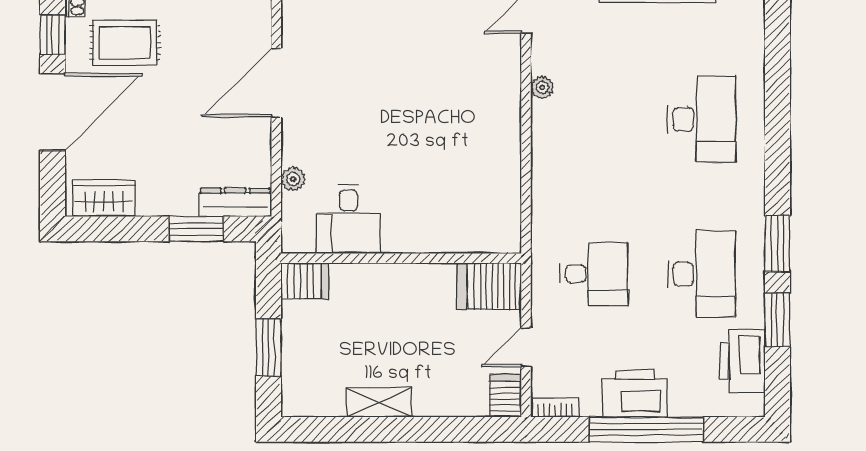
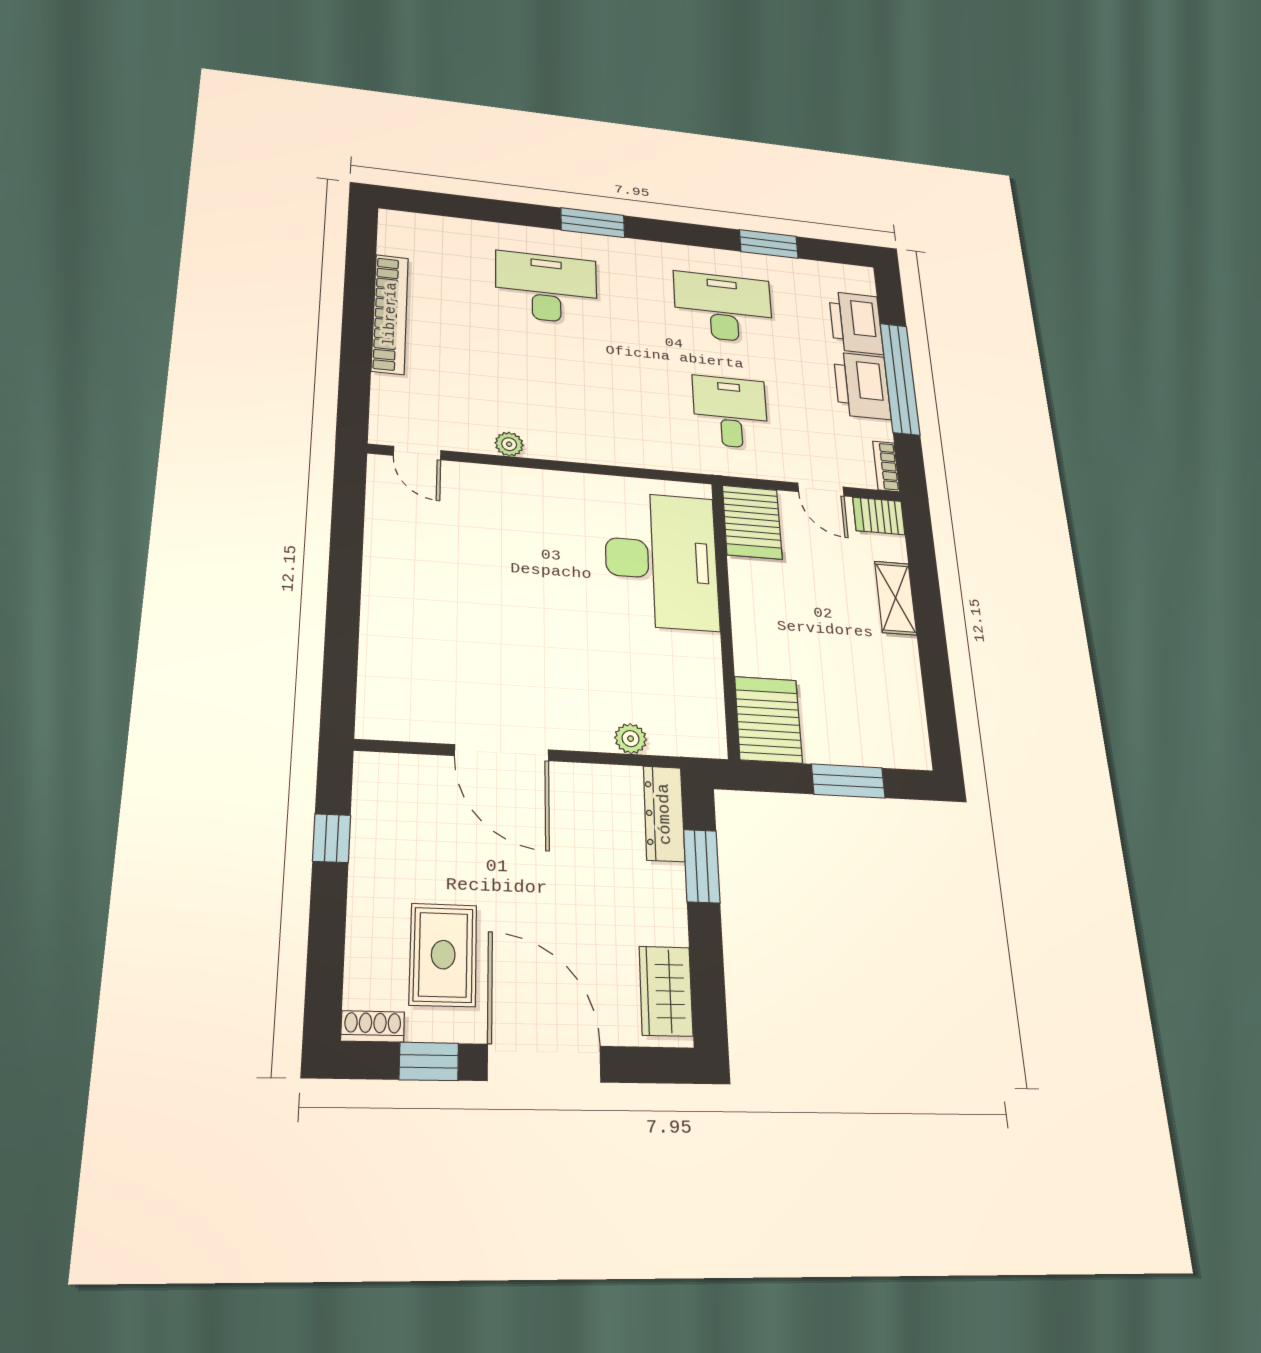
desk: (348, 219) -> (661, 560), moved, width x1.87, depth x1.30
window: (777, 243) -> (593, 223), moved
server rack: (305, 281) -> (768, 720), width x1.36, depth x1.44
printer: (743, 361) -> (856, 323), moved, turned 90
shelving: (379, 402) -> (896, 598), moved

